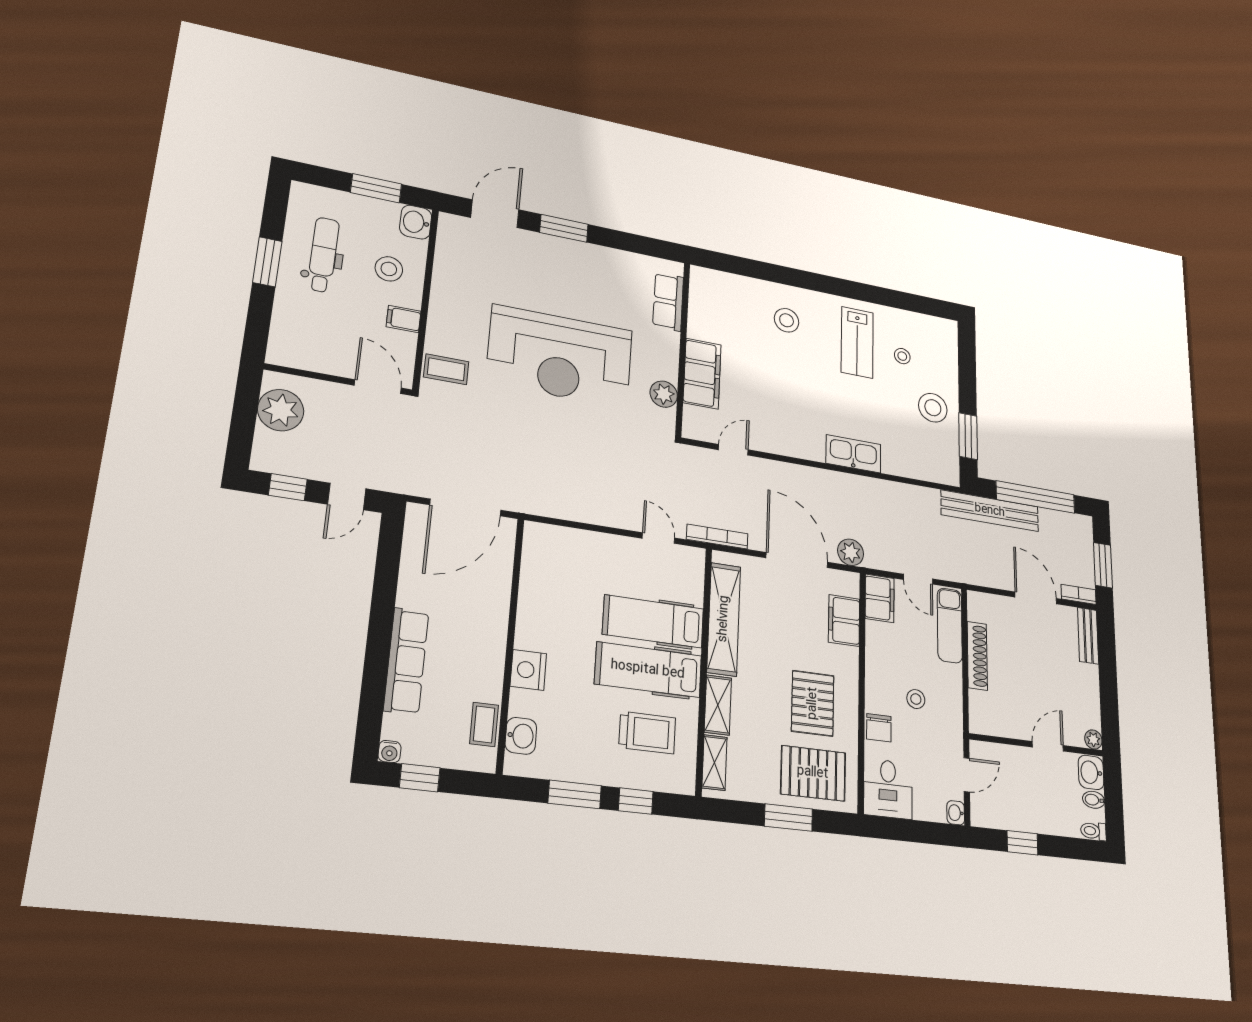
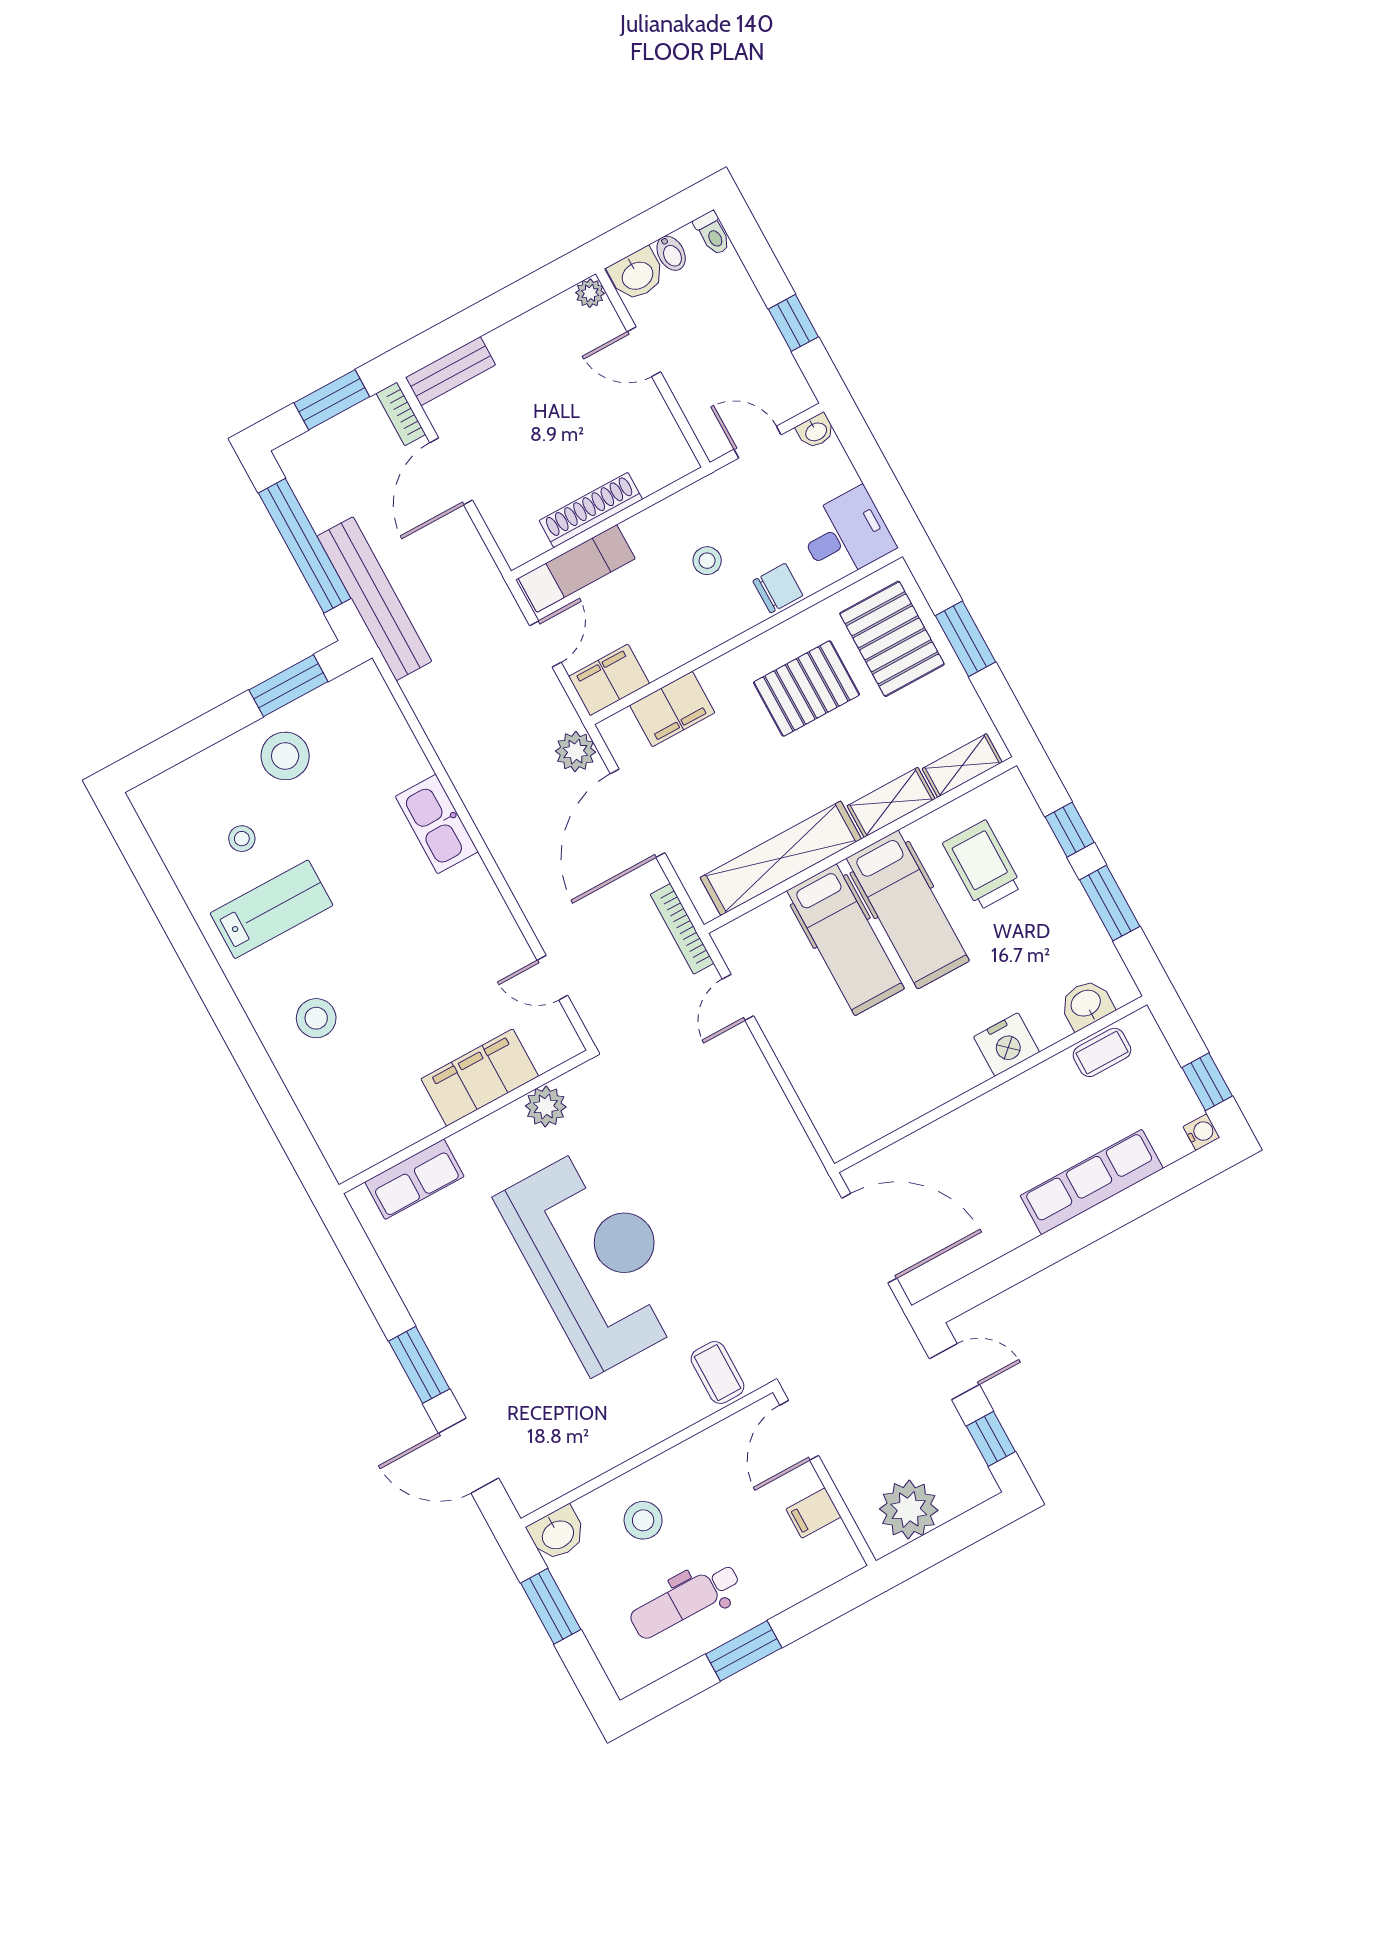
filing cabinet: (404, 319) -> (814, 1513), moved, turned 90

